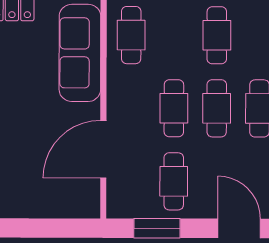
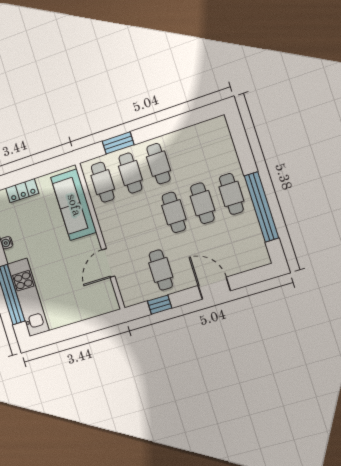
cafe table: (174, 108) -> (130, 173), moved
door: (103, 149) -> (108, 263), width x0.73
window: (157, 228) -> (160, 305), width x0.67

